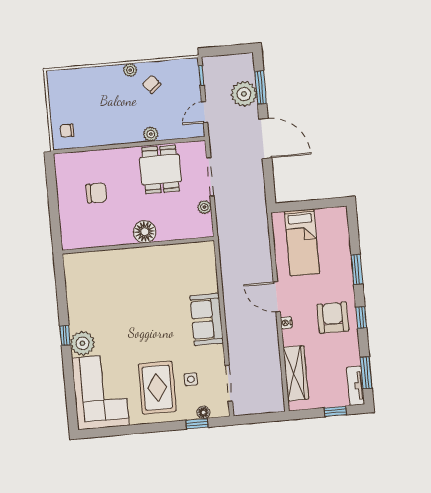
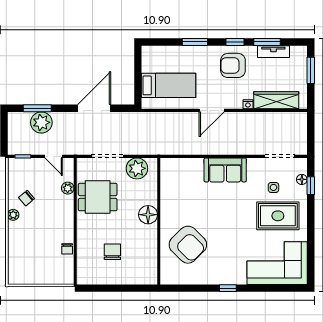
chair: (67, 131) -> (67, 249), moved
plant: (151, 134) -> (68, 188), moved
door: (265, 138) -> (94, 108), moved
plant: (204, 207) -> (137, 168), width x1.88, depth x1.88
armchair: (113, 283) -> (188, 245), added
nightstand: (286, 323) -> (248, 104), moved
plant: (82, 343) -> (236, 274), removed
window: (366, 373) -> (267, 42), moved
tv unit: (356, 386) -> (273, 52), moved
window: (335, 411) -> (311, 70), width x1.50

